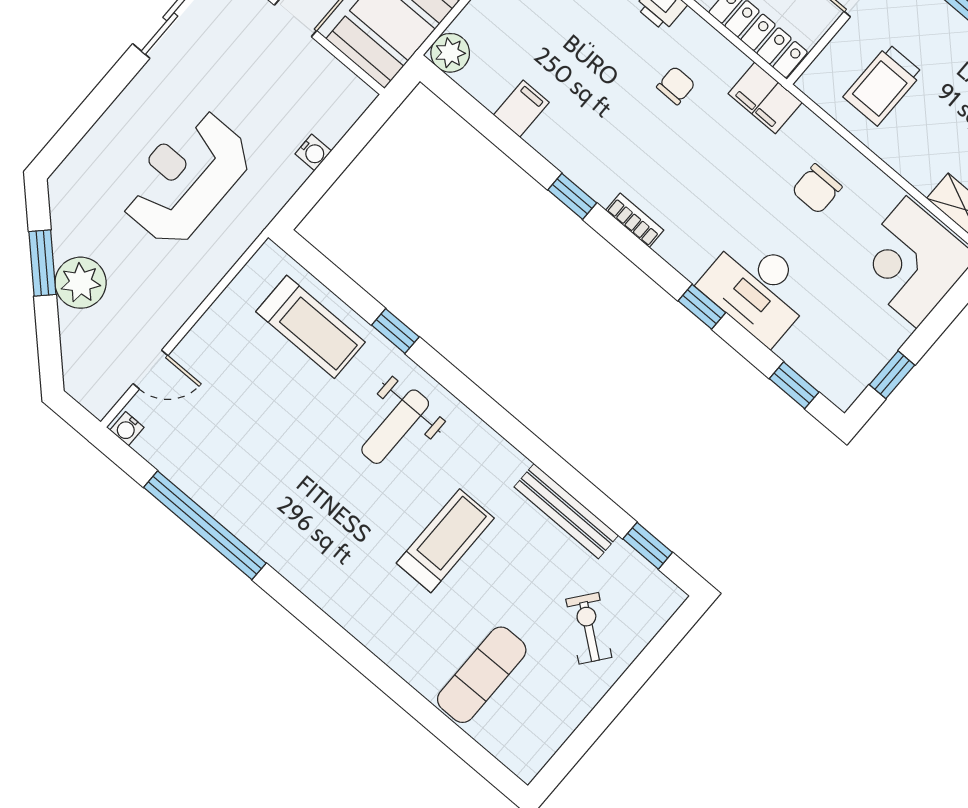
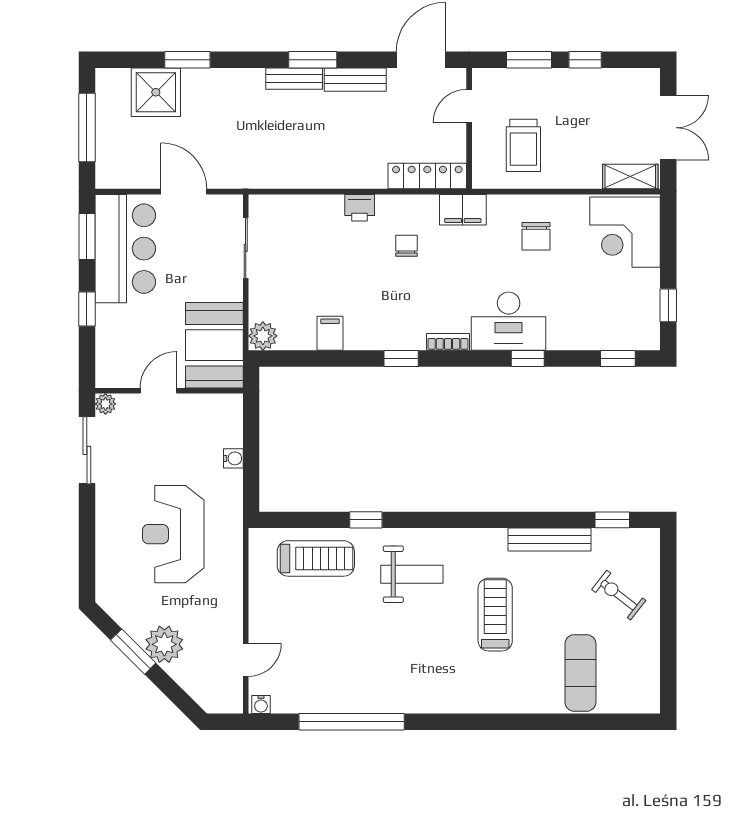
desk: (758, 288) -> (509, 321), moved
weight bench: (395, 427) -> (412, 574), turned -90

